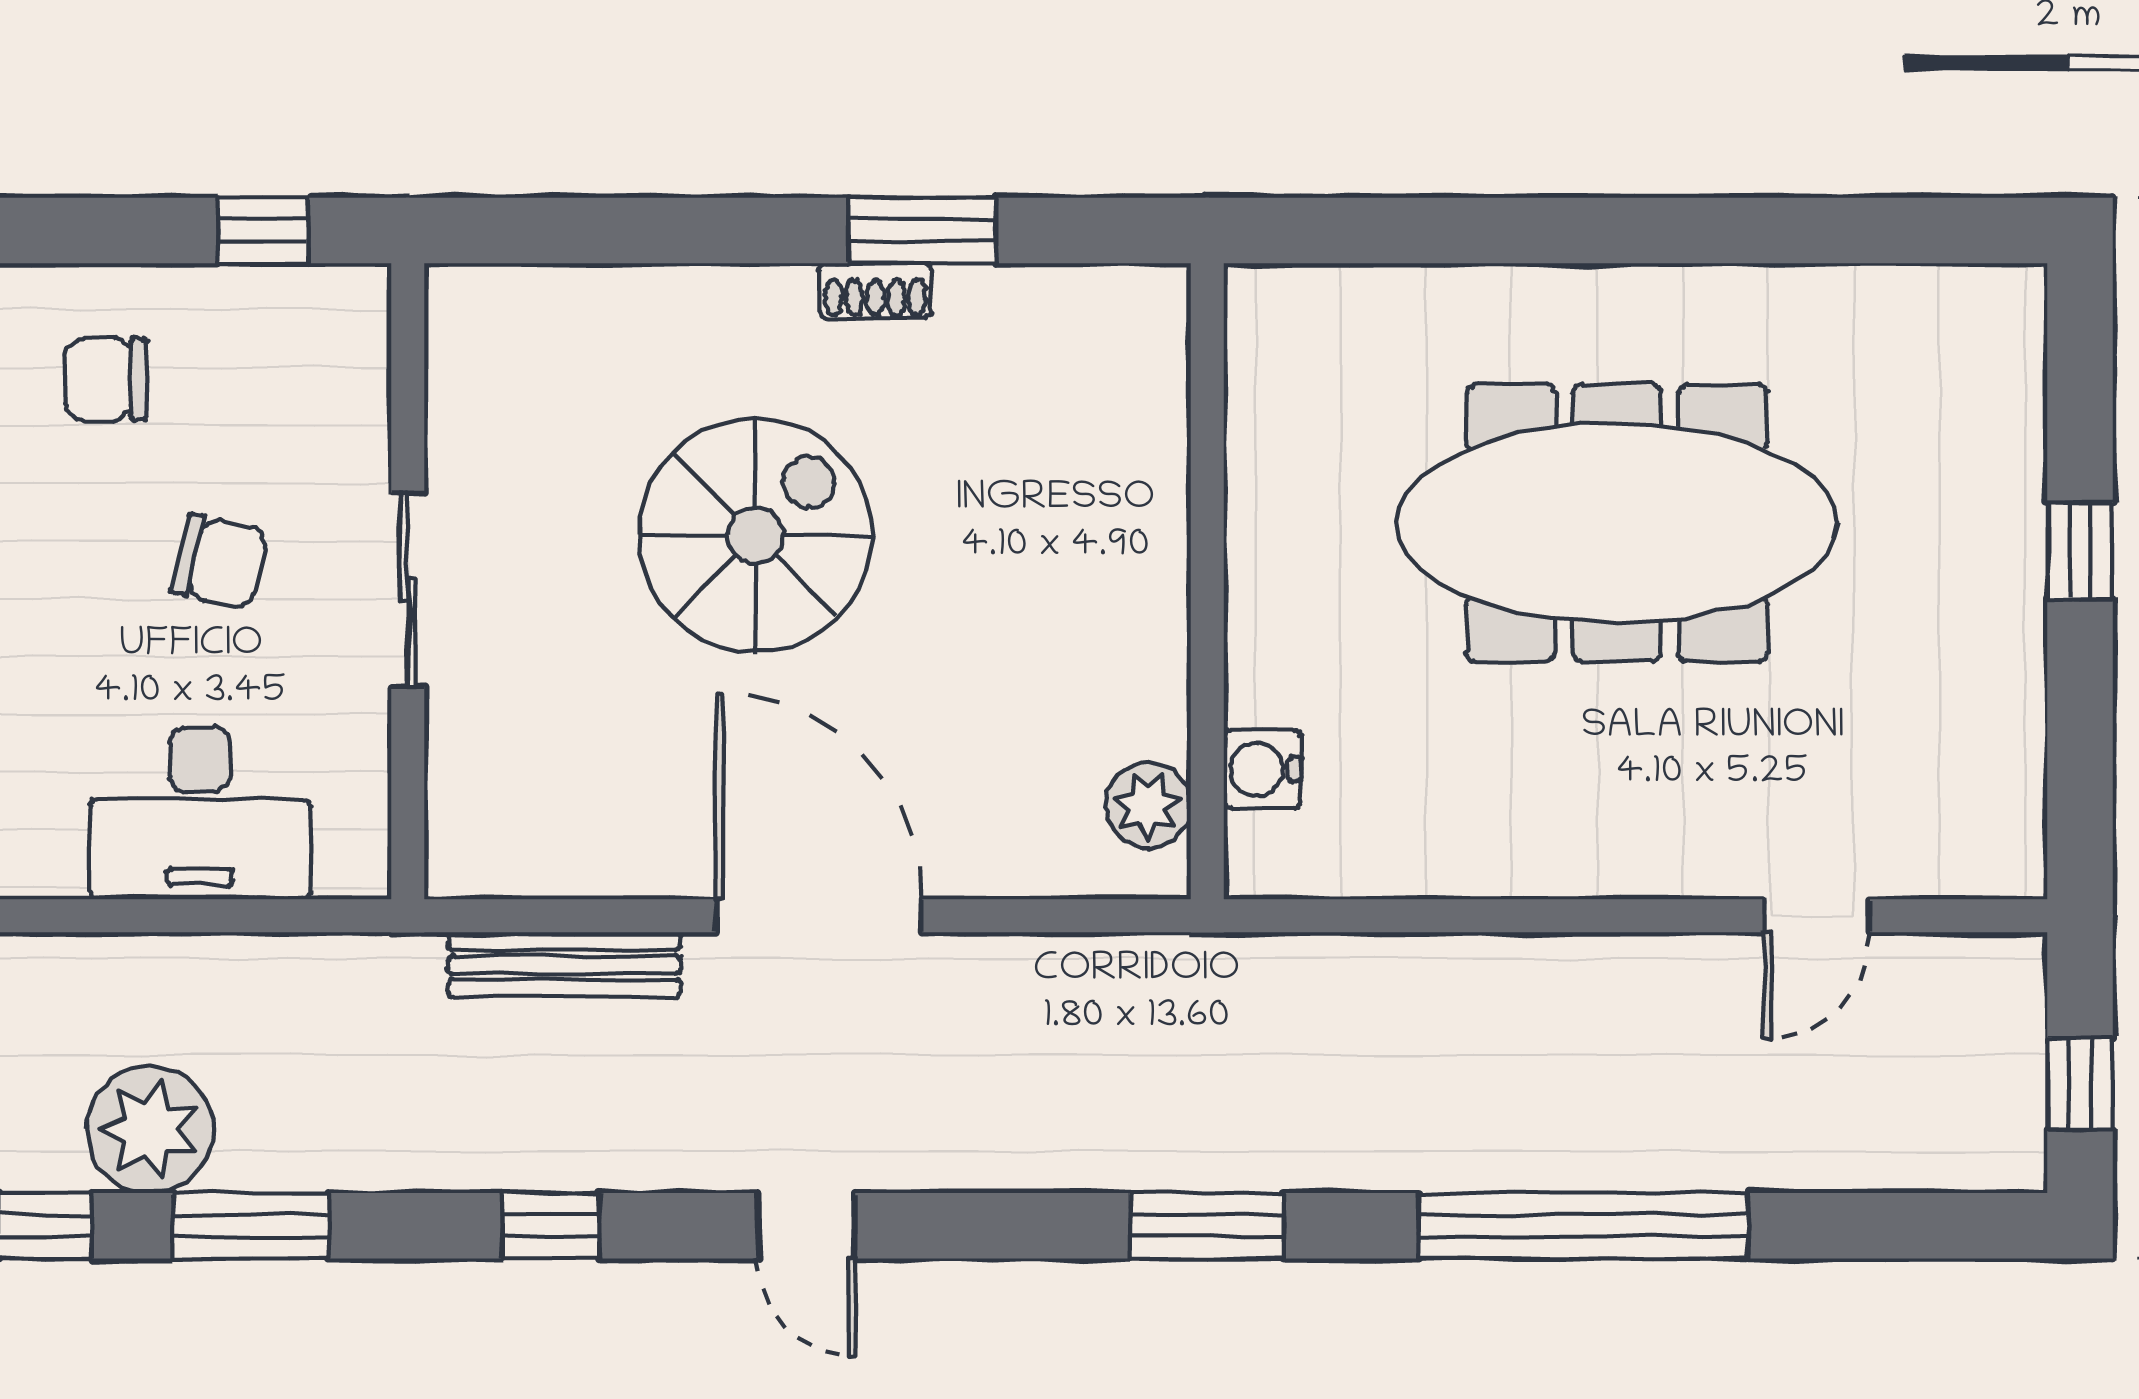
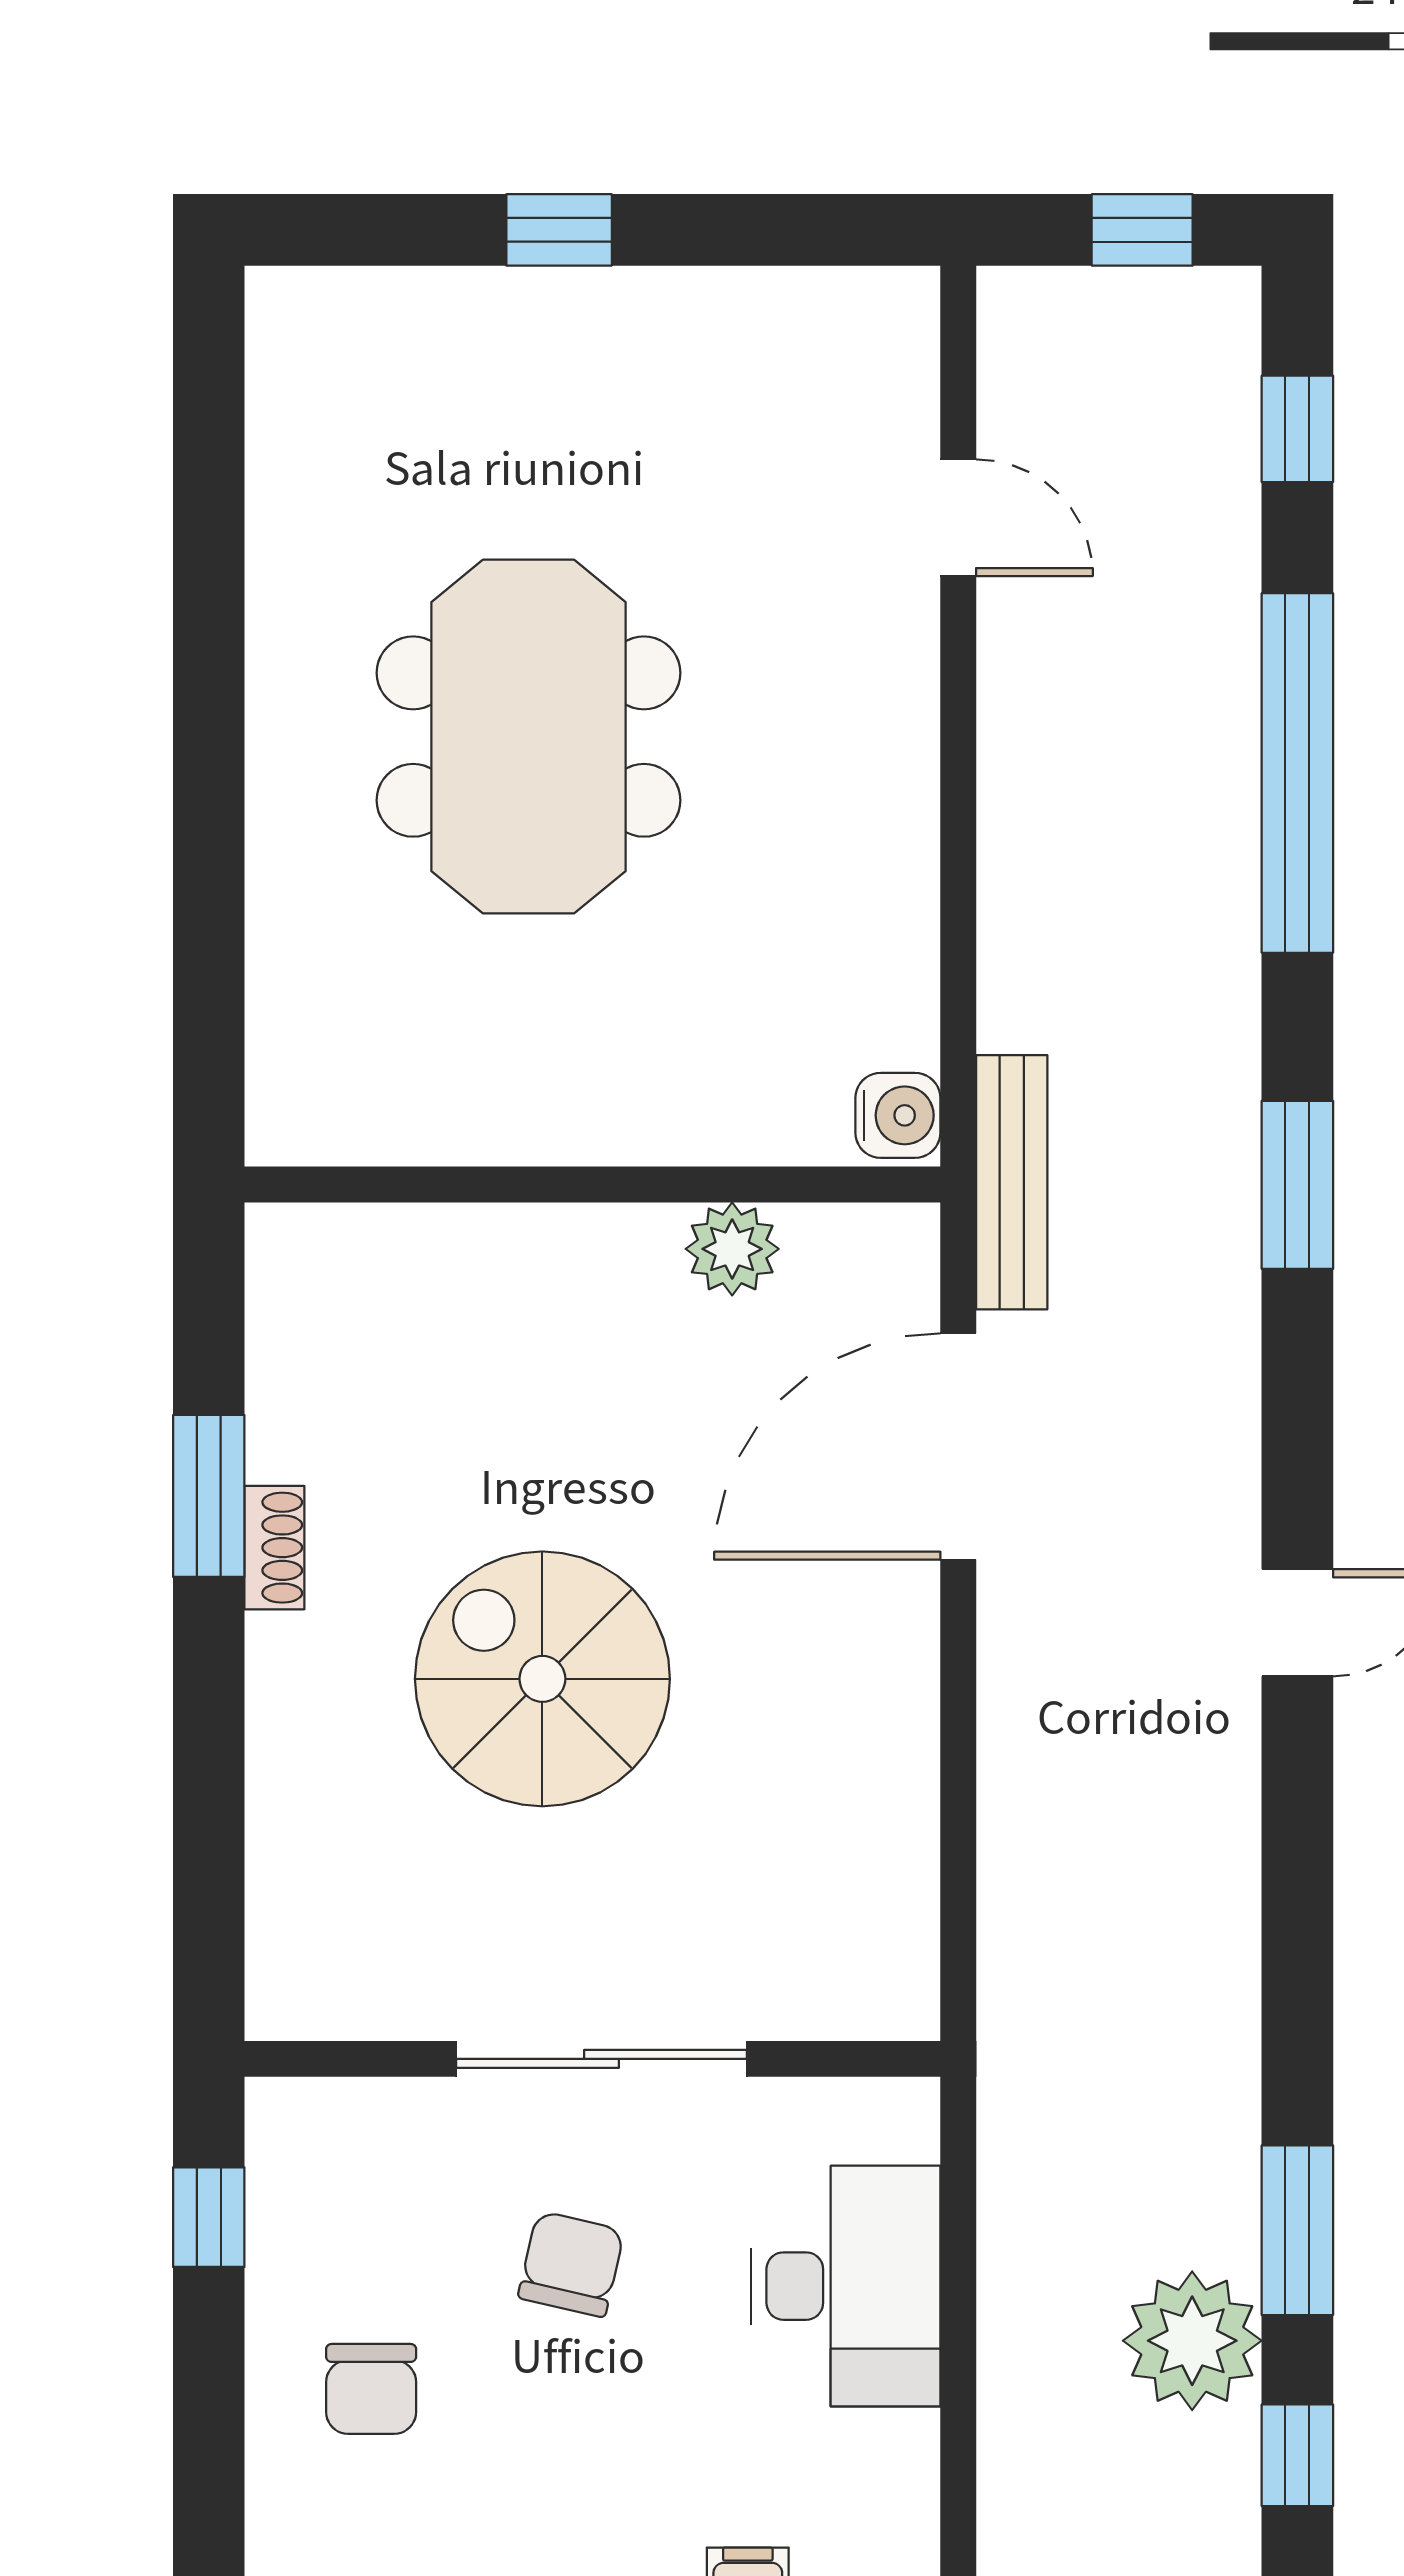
meeting table: (1617, 523) -> (529, 737), width x0.73
sliding door: (408, 590) -> (601, 2059), width x1.37
water cooler: (1262, 769) -> (898, 1115), moved, turned -90
plant: (1148, 806) -> (732, 1249), moved
door: (819, 916) -> (958, 1447), moved
bench: (564, 965) -> (1012, 1182), moved
window: (551, 1226) -> (1297, 429), moved

